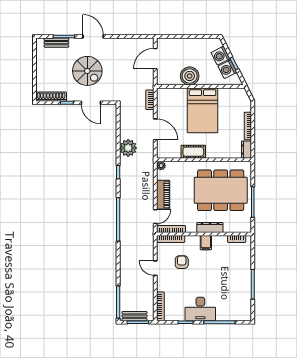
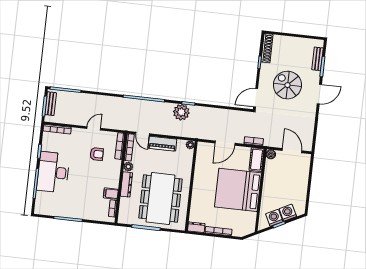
spiral stairs: (87, 71) -> (287, 85), turned 90
boiler: (190, 76) -> (271, 154), moved, width x0.54, depth x0.54
door: (91, 103) -> (256, 98), moved
bed: (203, 110) -> (238, 190), width x1.36
plant: (128, 148) -> (181, 112), moved
cot: (193, 152) -> (257, 160), moved
plant: (191, 228) -> (128, 167), added
filing cabinet: (206, 243) -> (111, 194), moved
desk: (200, 309) -> (53, 172), width x1.36, depth x1.30

